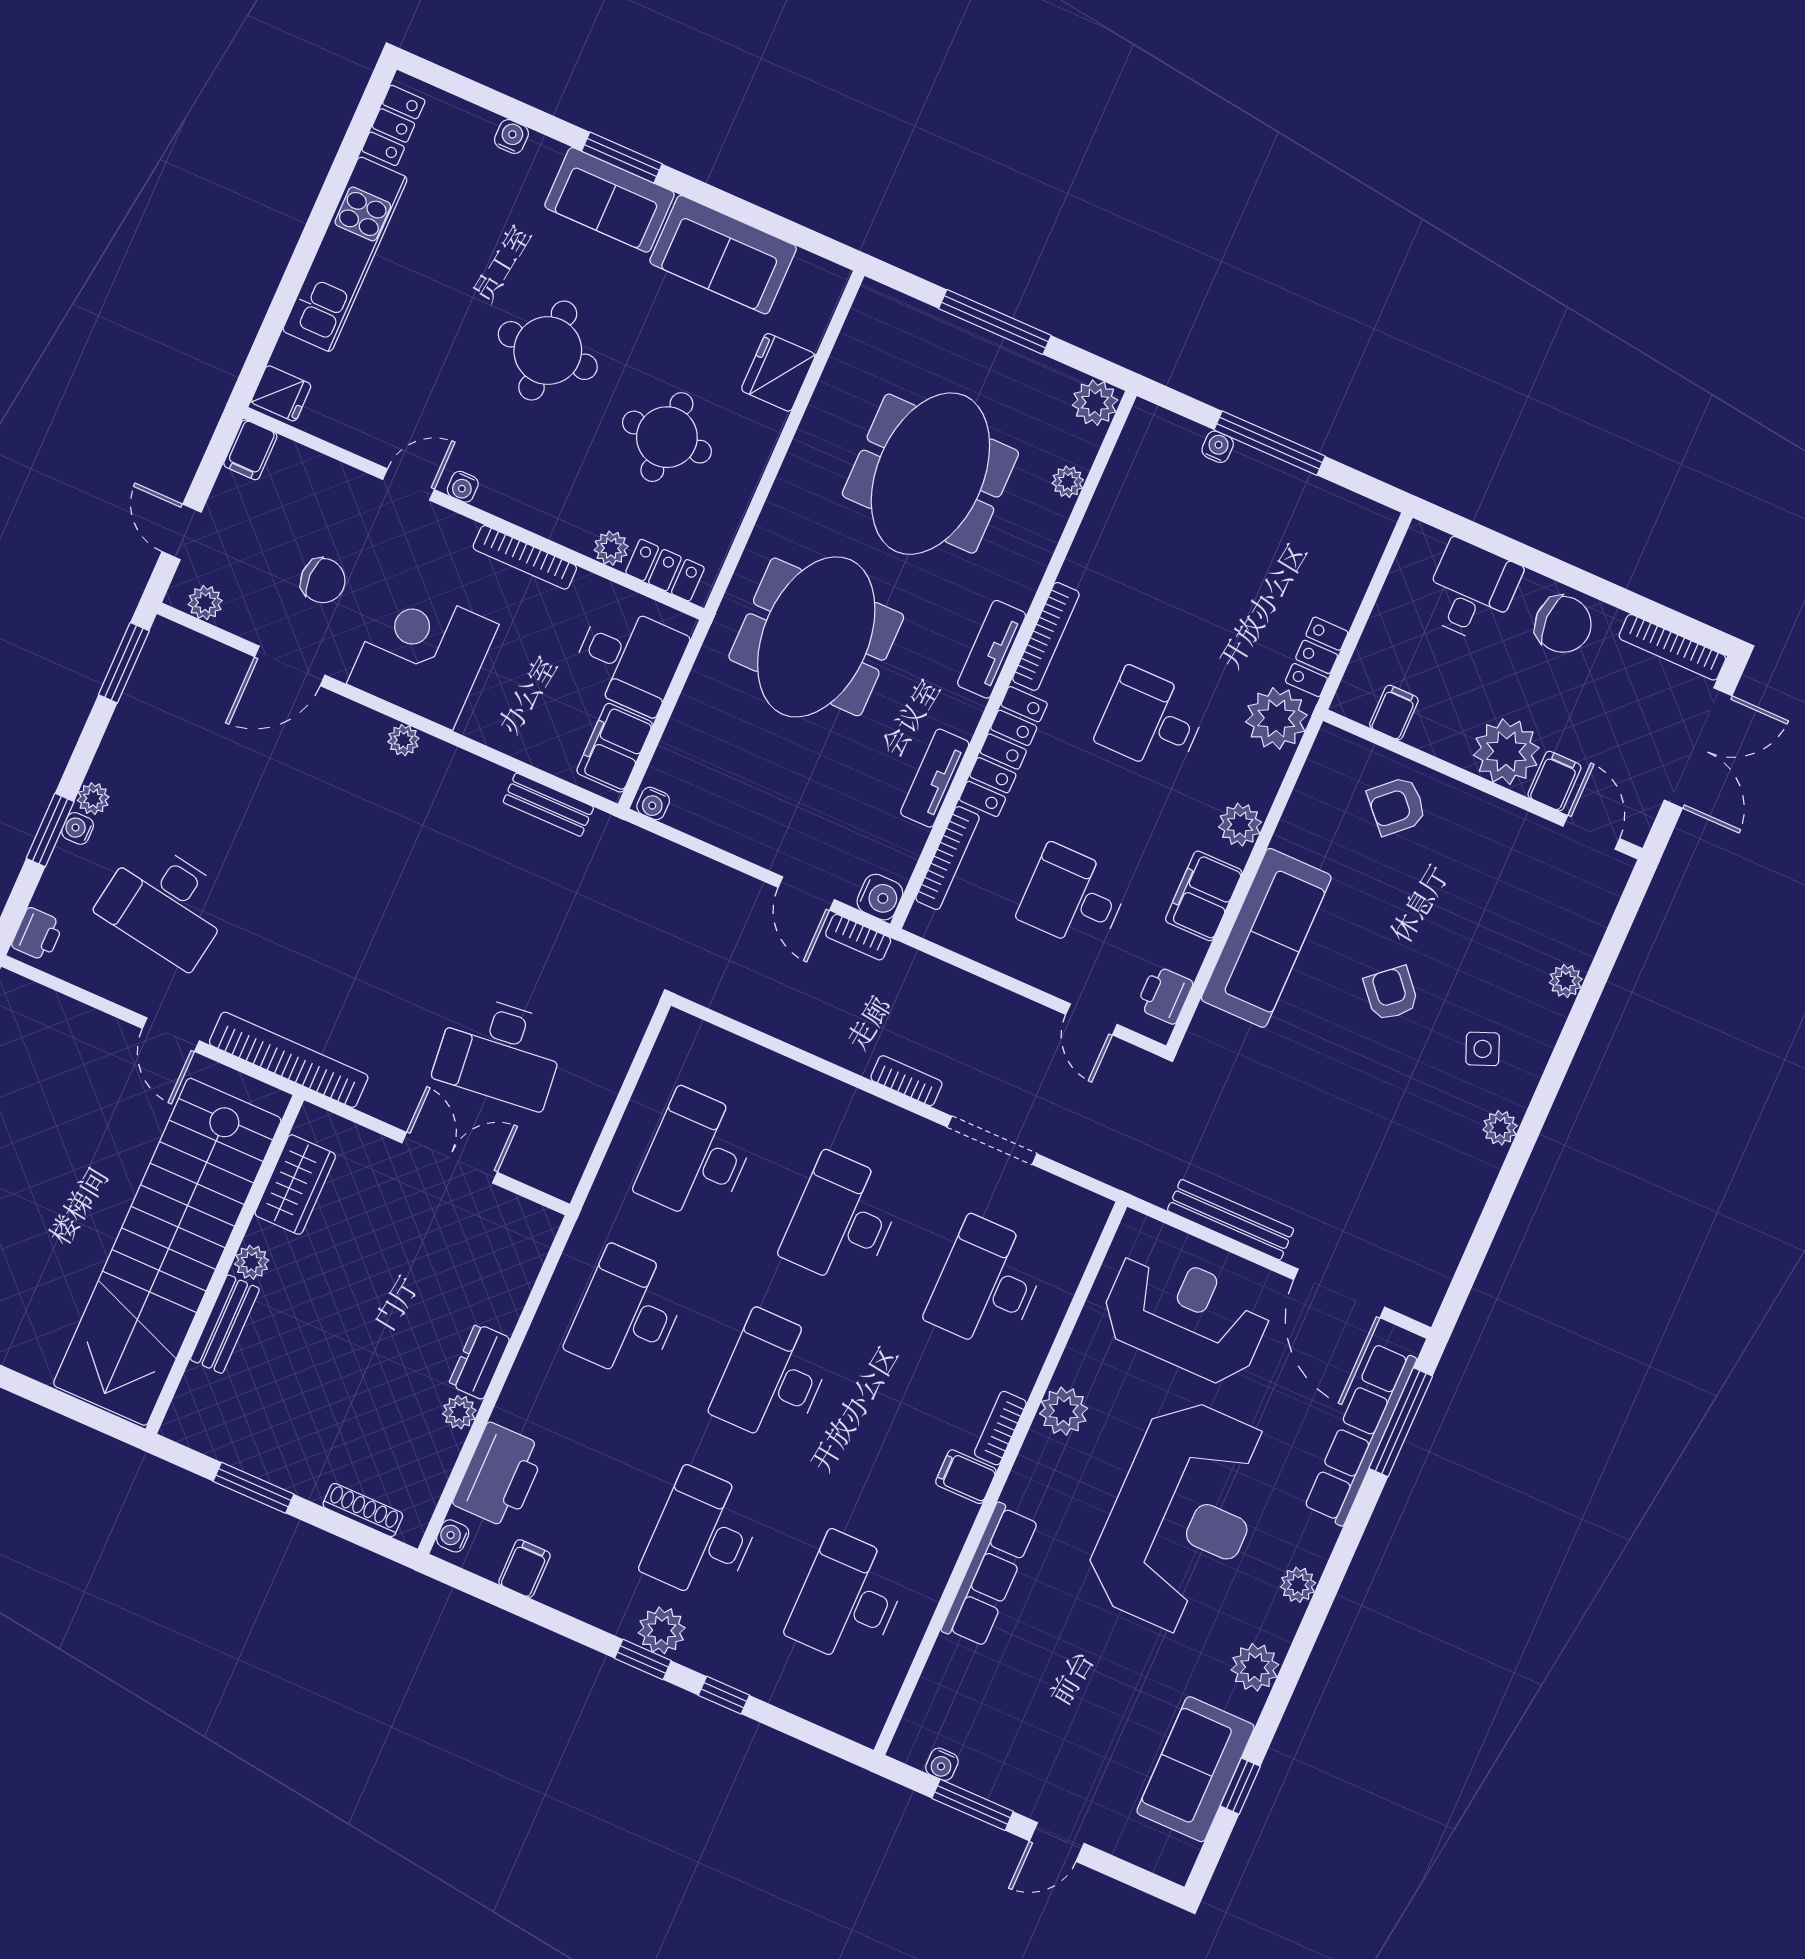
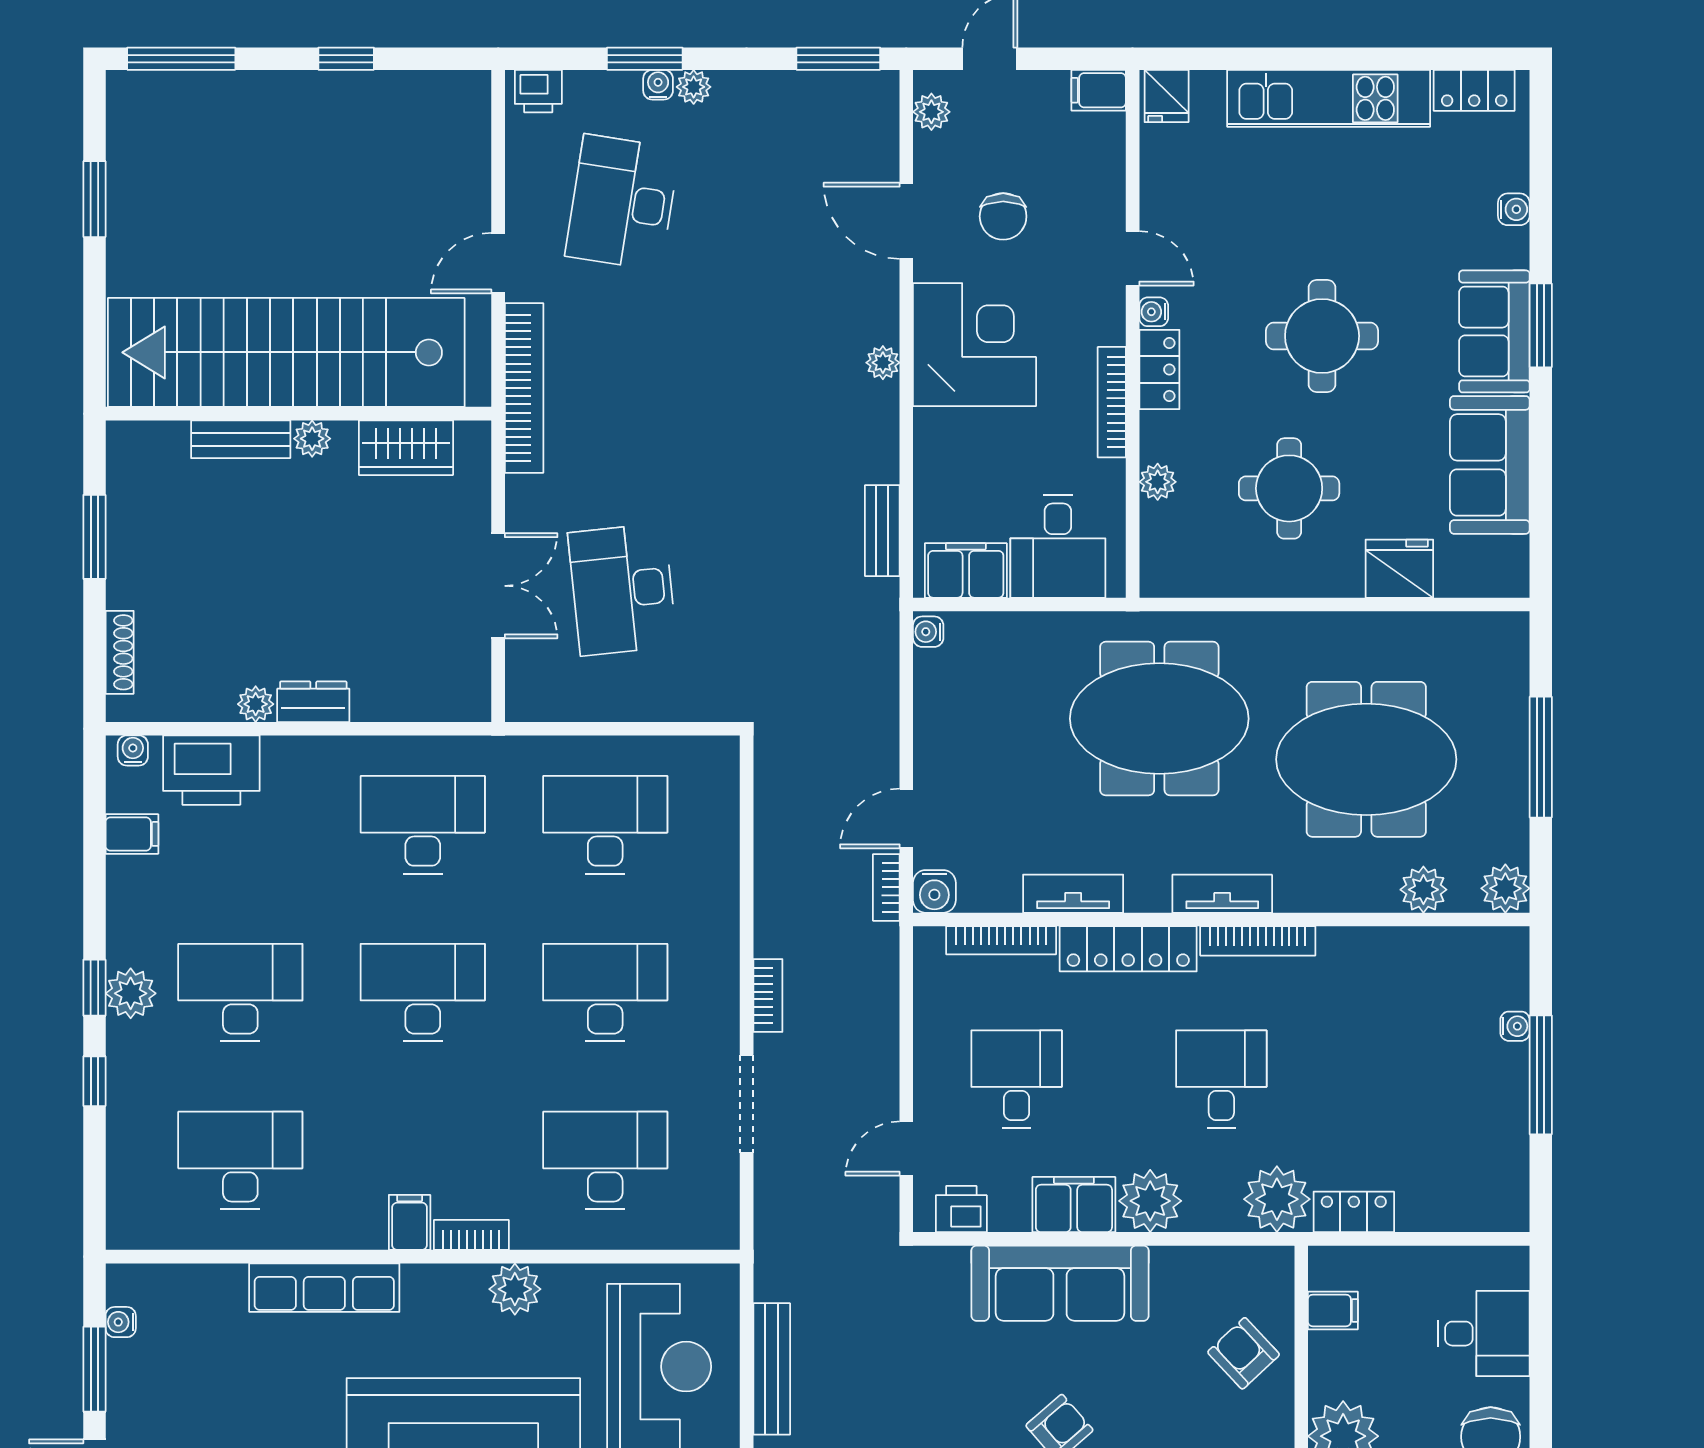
plant: (1068, 482) -> (1423, 890), width x1.38, depth x1.38
locker: (665, 570) -> (1159, 369), moved
plant: (1240, 825) -> (1150, 1201), width x1.36, depth x1.36

